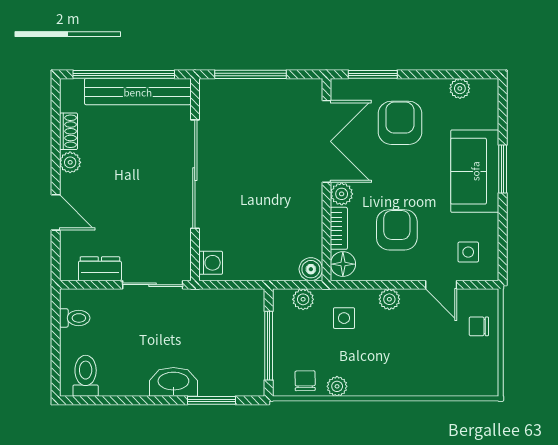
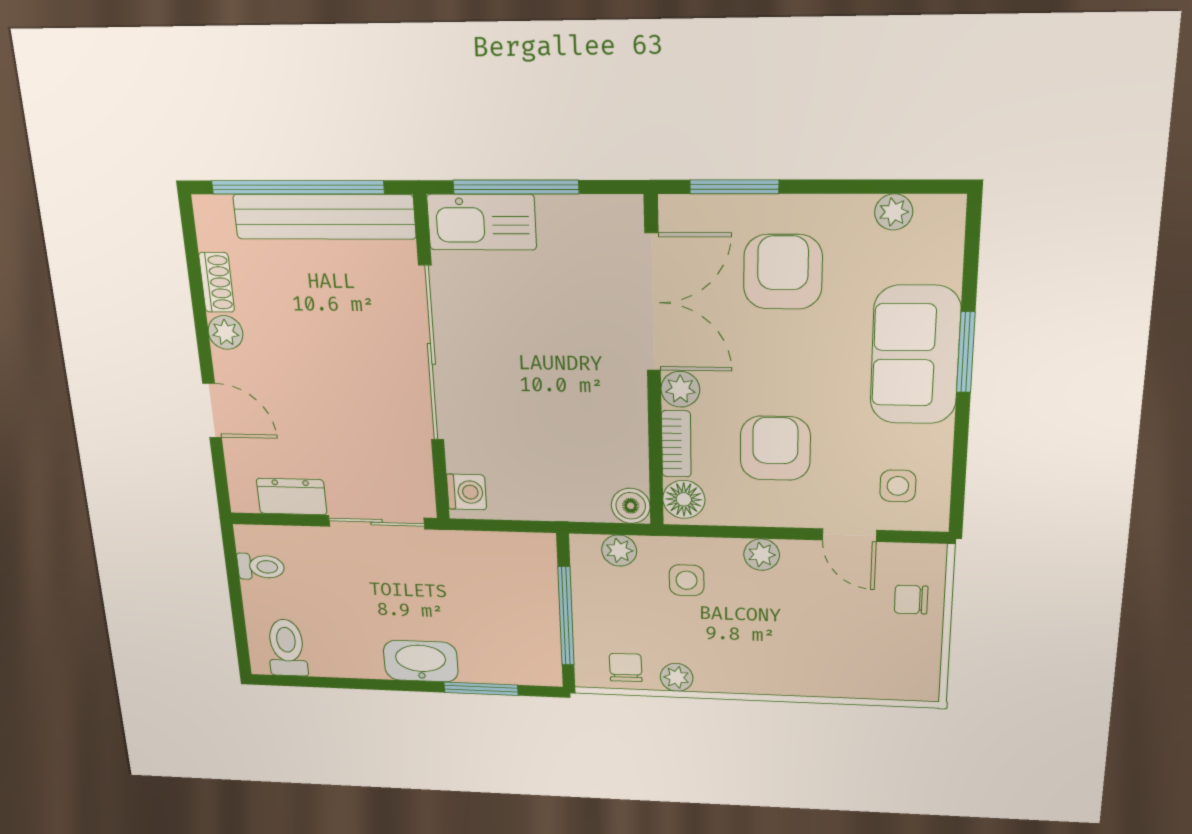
kitchen sink: (230, 95) -> (482, 222), added

